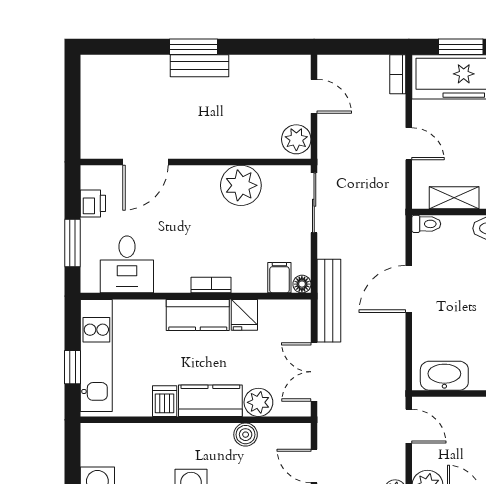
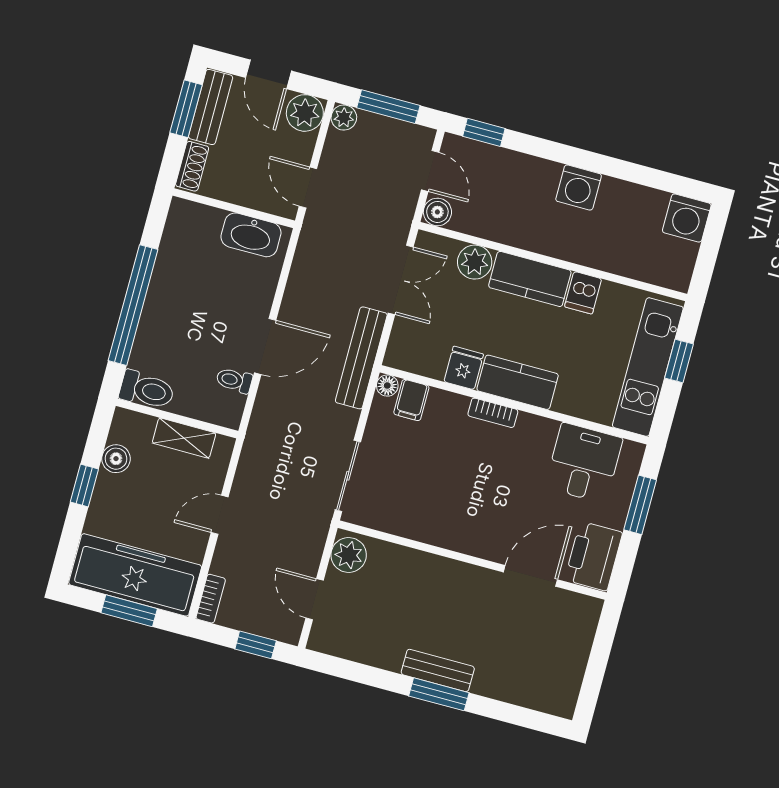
window: (352, 47) -> (256, 645), added
door: (409, 144) -> (220, 515), hinge flipped
plant: (241, 185) -> (427, 519), removed
printer: (93, 203) -> (594, 556), width x1.87, depth x1.48
toilet: (426, 224) -> (234, 380), moved
boiler: (246, 435) -> (437, 212), moved

